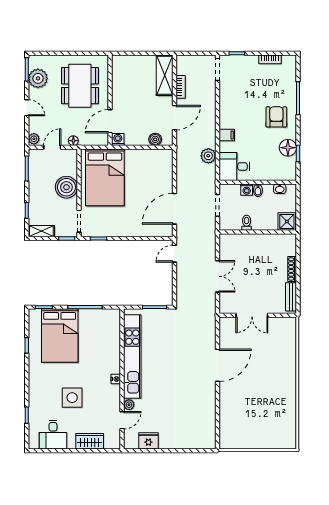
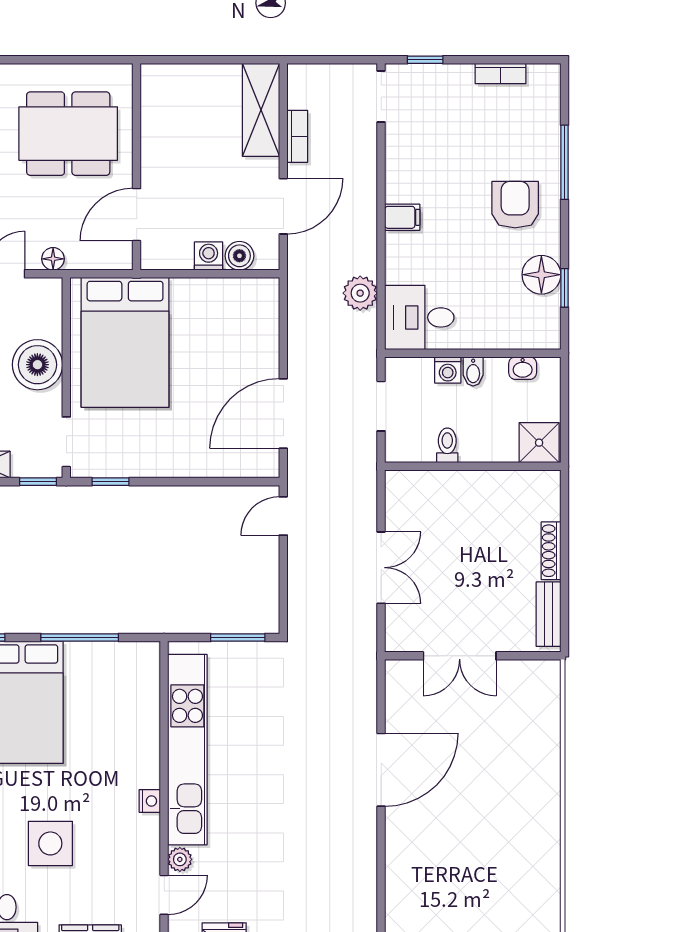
dining table: (80, 86) -> (68, 134), turned 90
filing cabinet: (227, 135) -> (402, 217), moved
washing machine: (118, 139) -> (209, 256), moved

